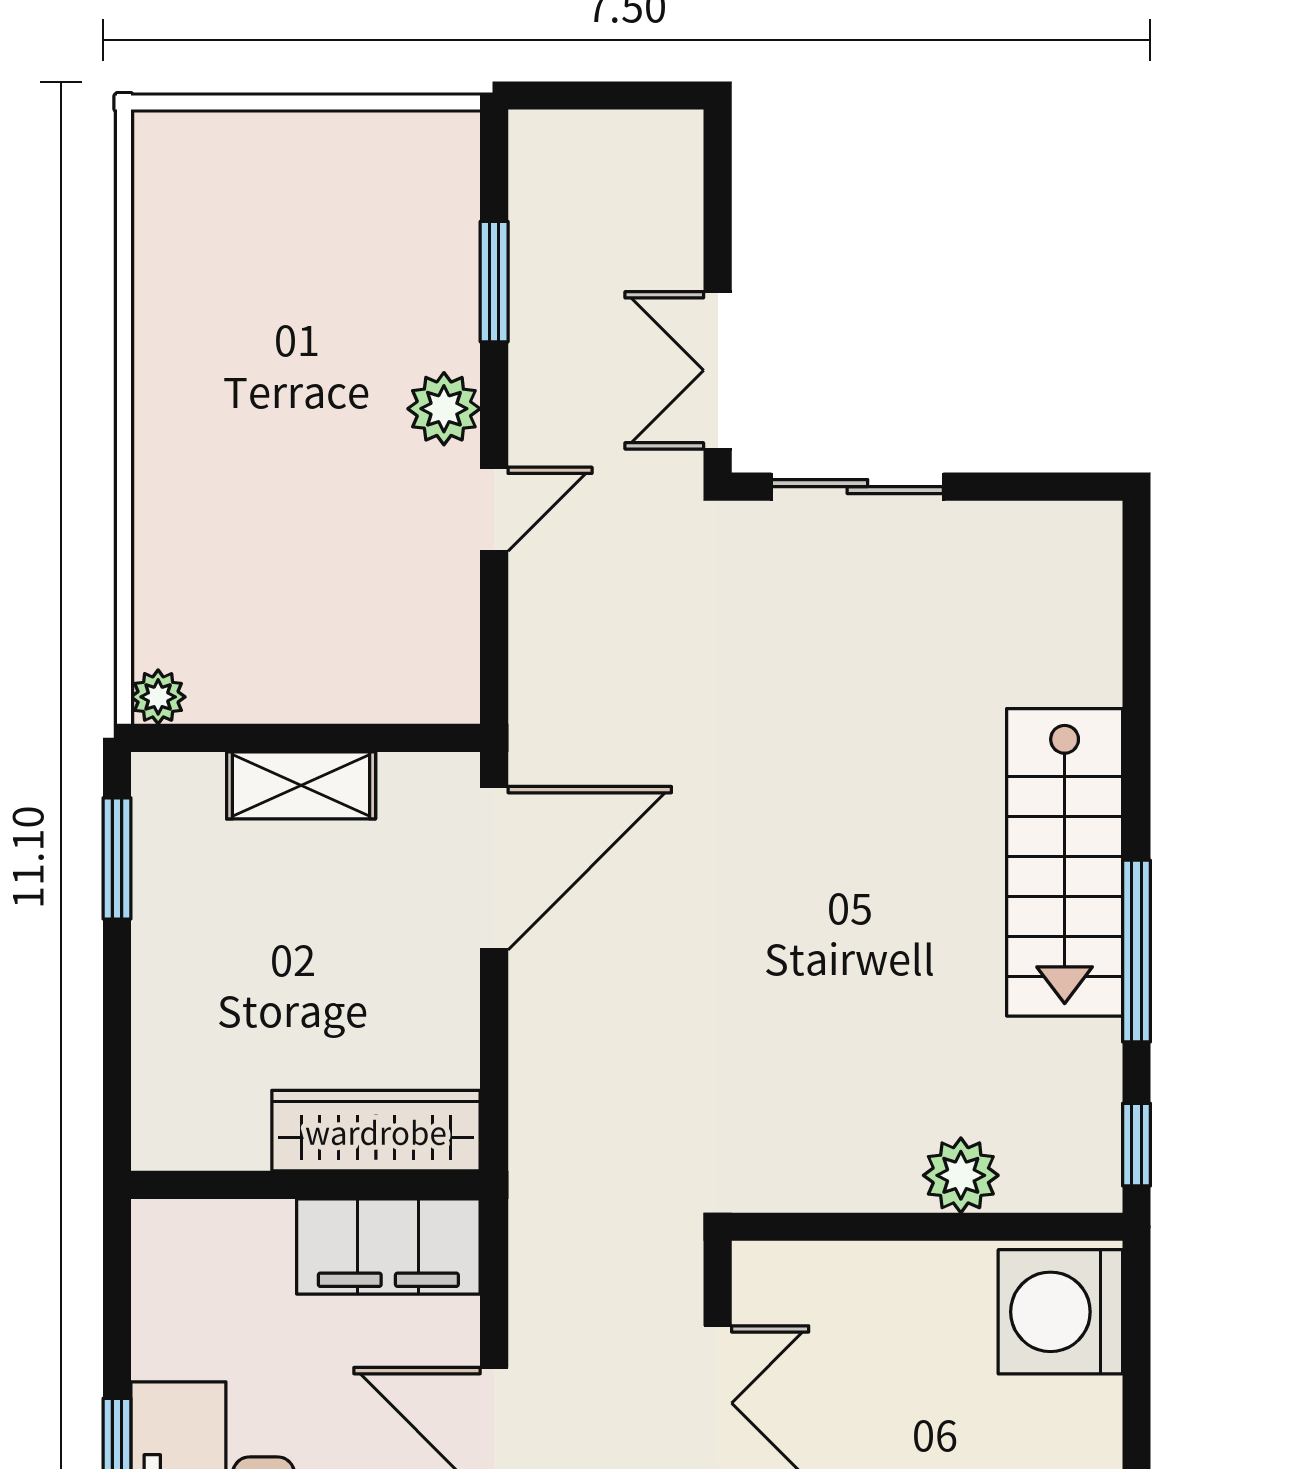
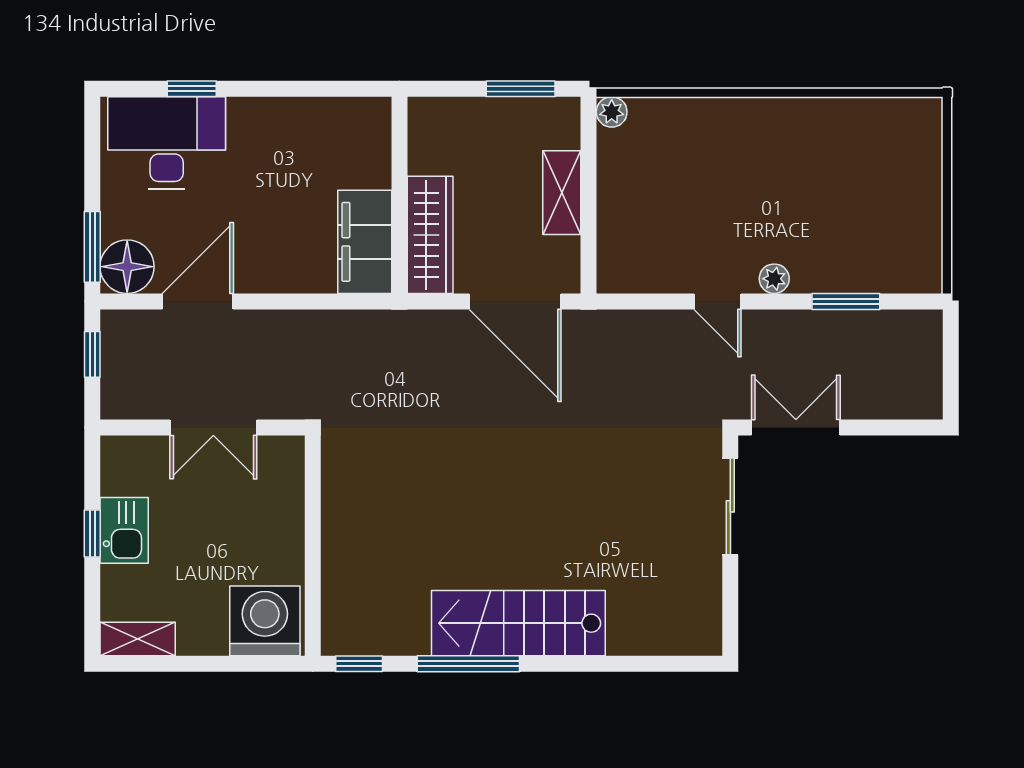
plant: (444, 409) -> (774, 279), width x0.73, depth x0.73
wardrobe: (376, 1131) -> (430, 235), moved
plant: (961, 1175) -> (342, 565), removed
wall: (306, 1185) -> (399, 195), moved
filing cabinet: (388, 1246) -> (365, 242), moved

